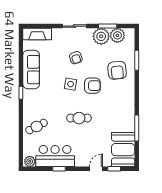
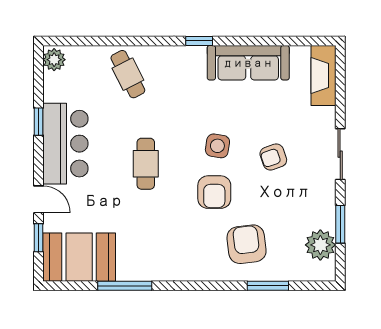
plant: (101, 36) -> (318, 211), removed
armchair: (117, 70) -> (247, 244), turned 89
bar counter: (55, 156) -> (65, 144), moved

